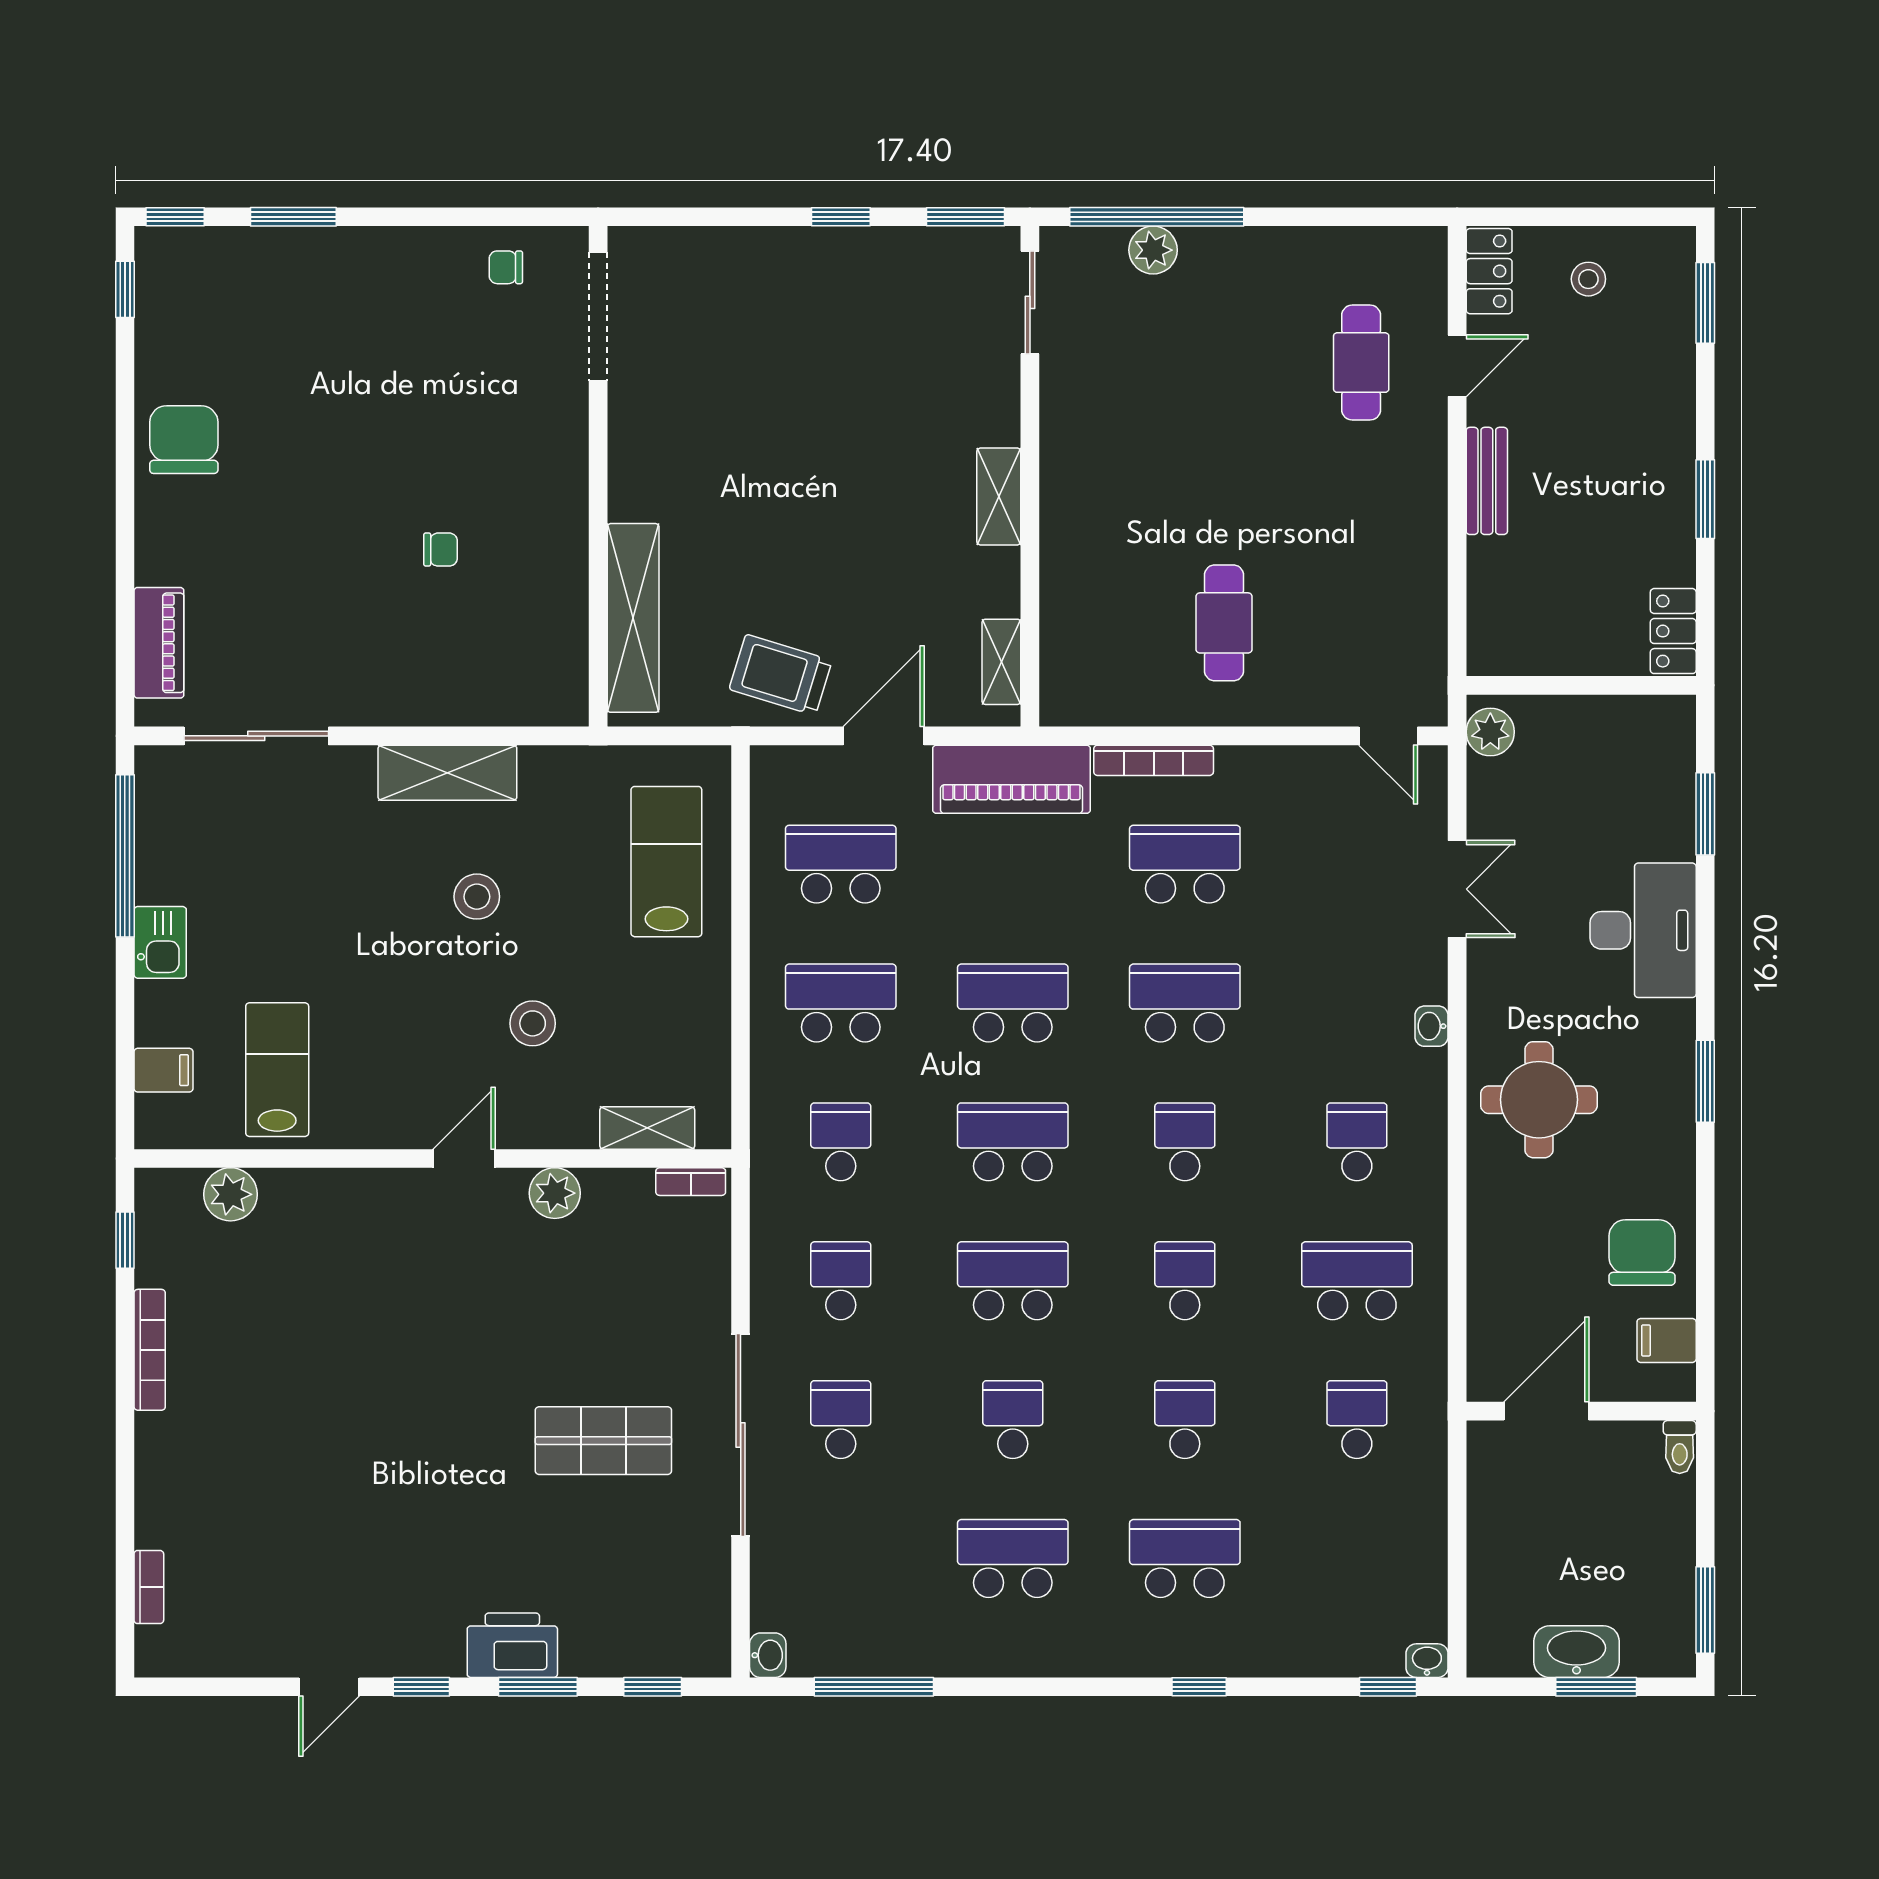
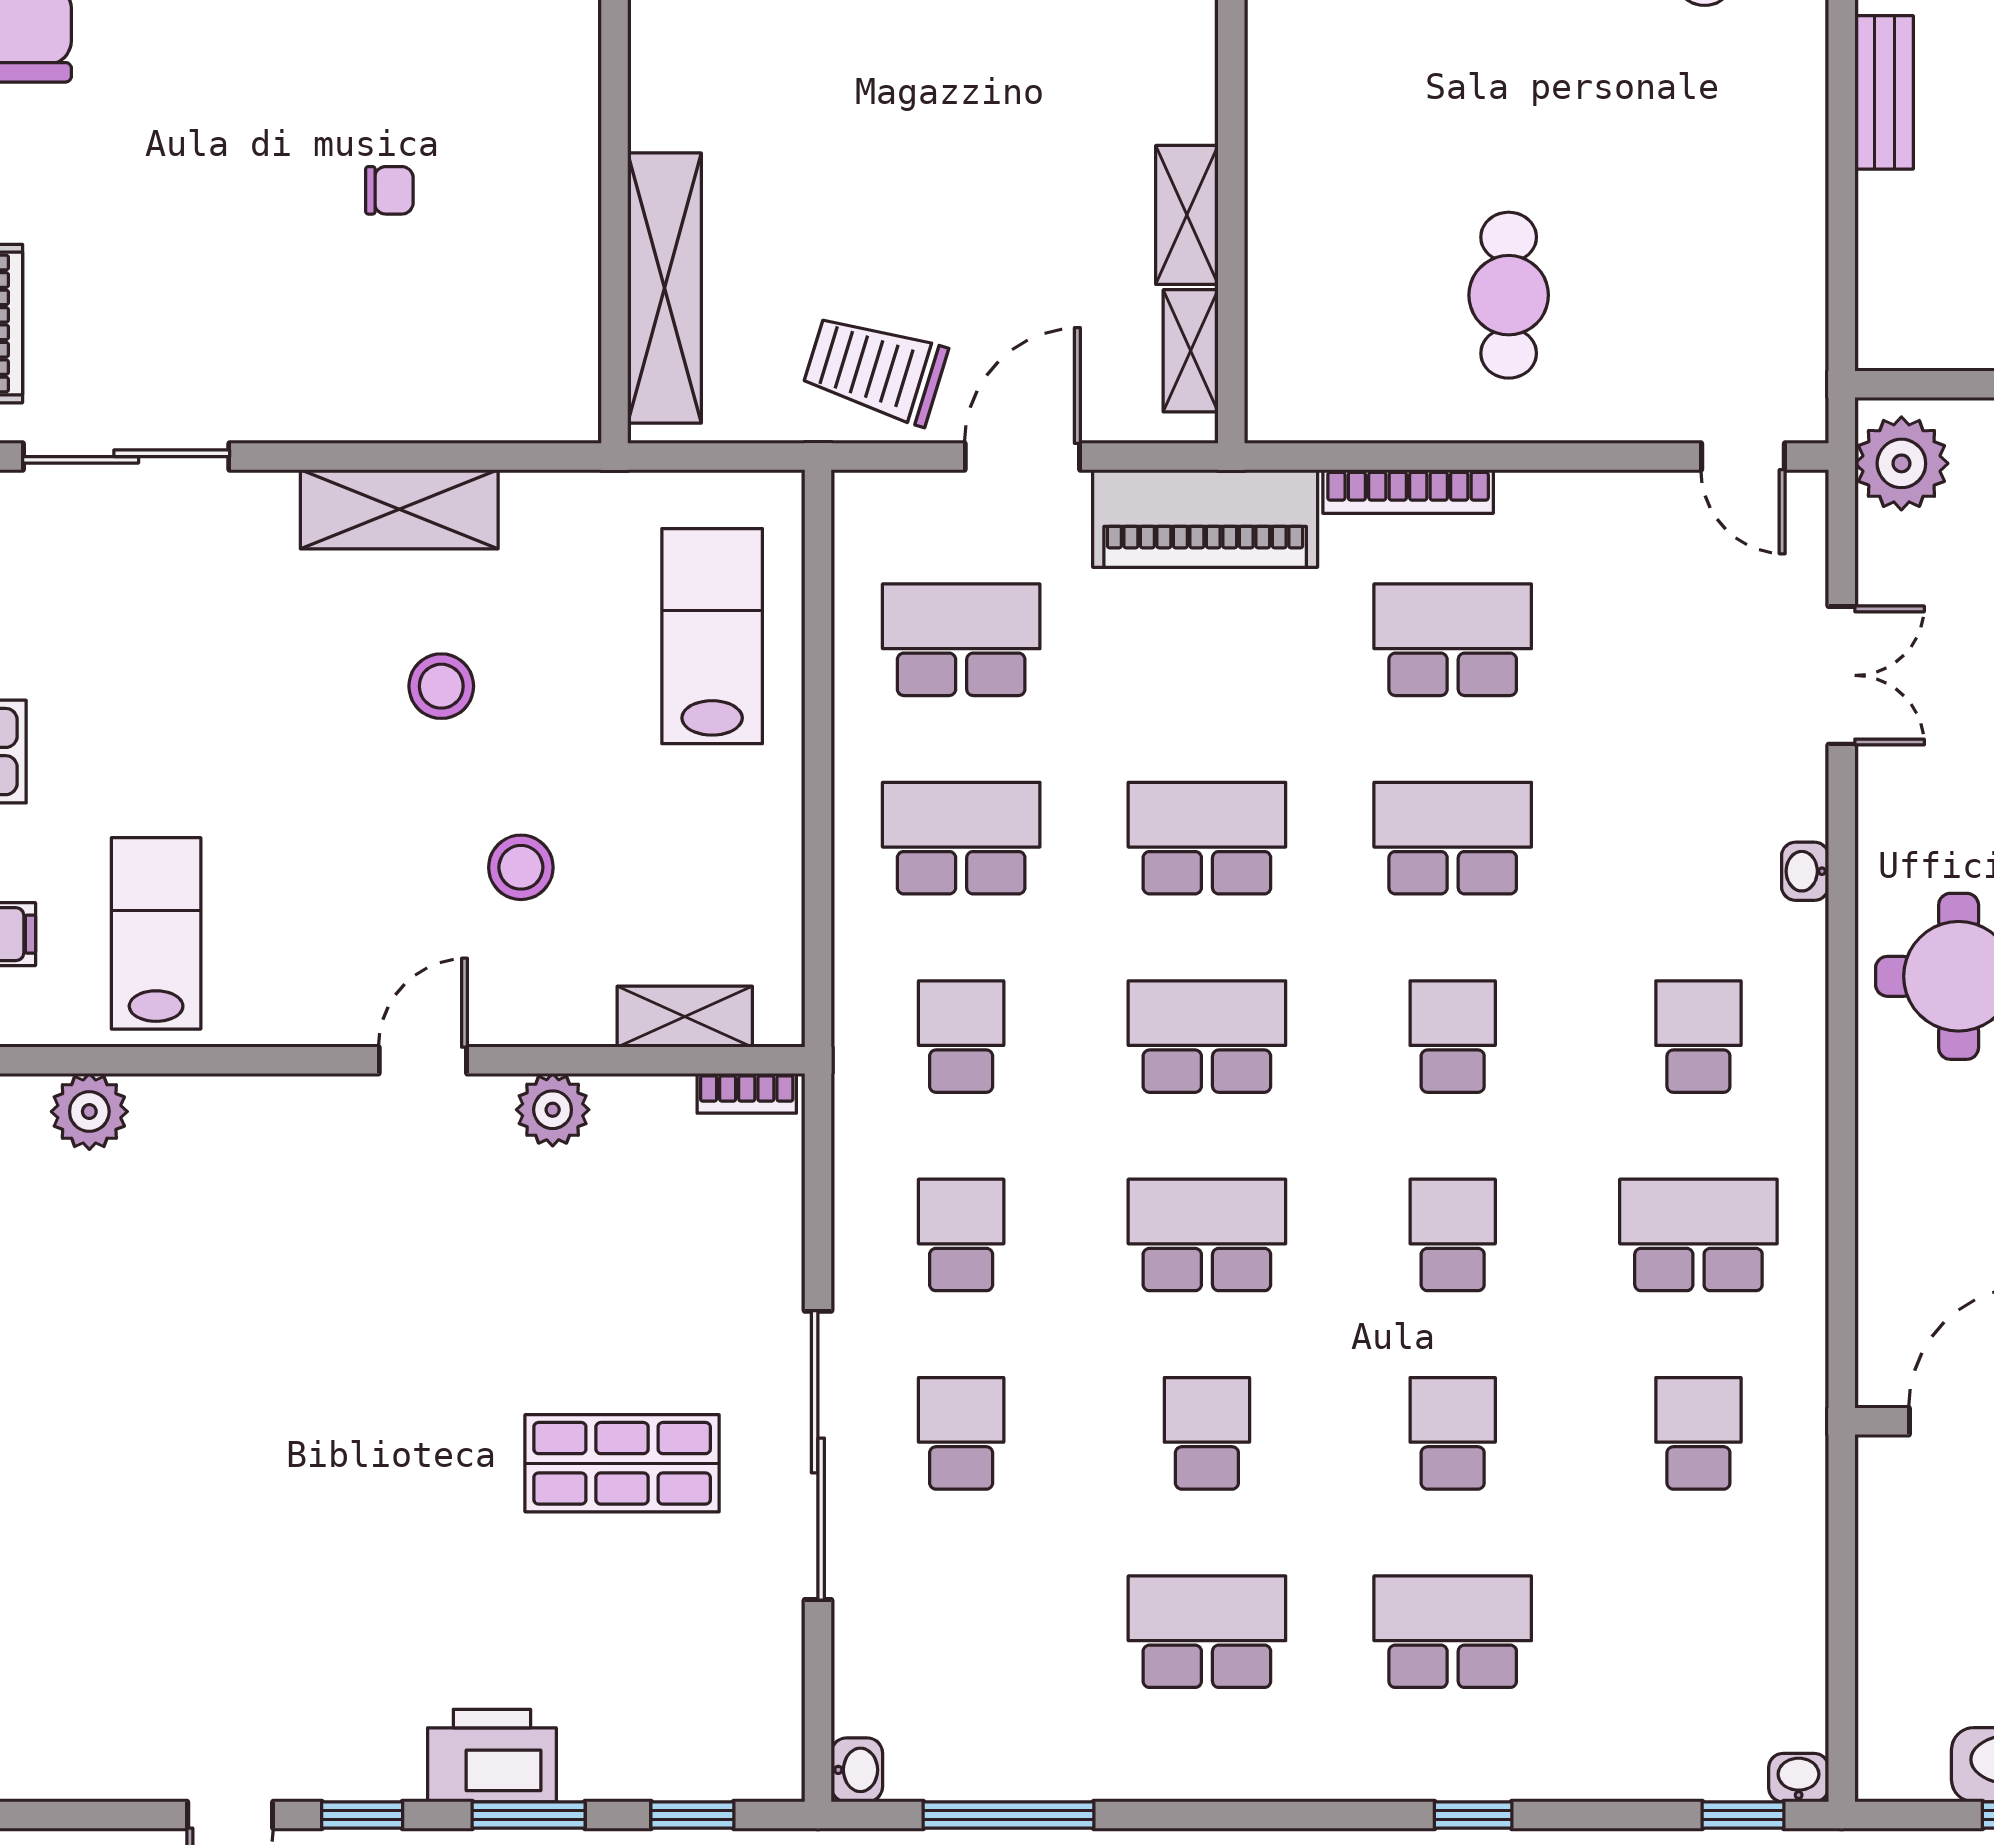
shelving: (999, 496) -> (1187, 215), moved
plant: (1490, 732) -> (1901, 463), width x1.36, depth x1.36

